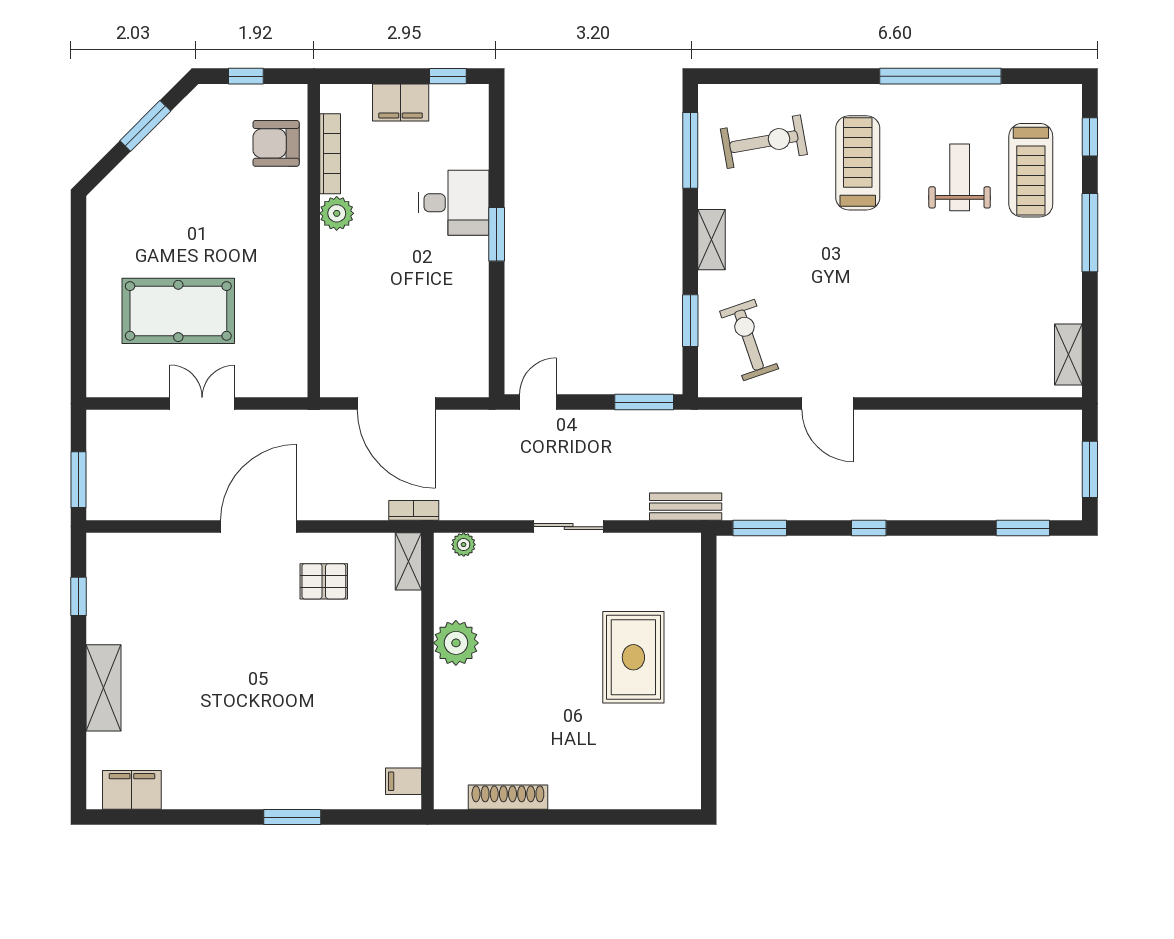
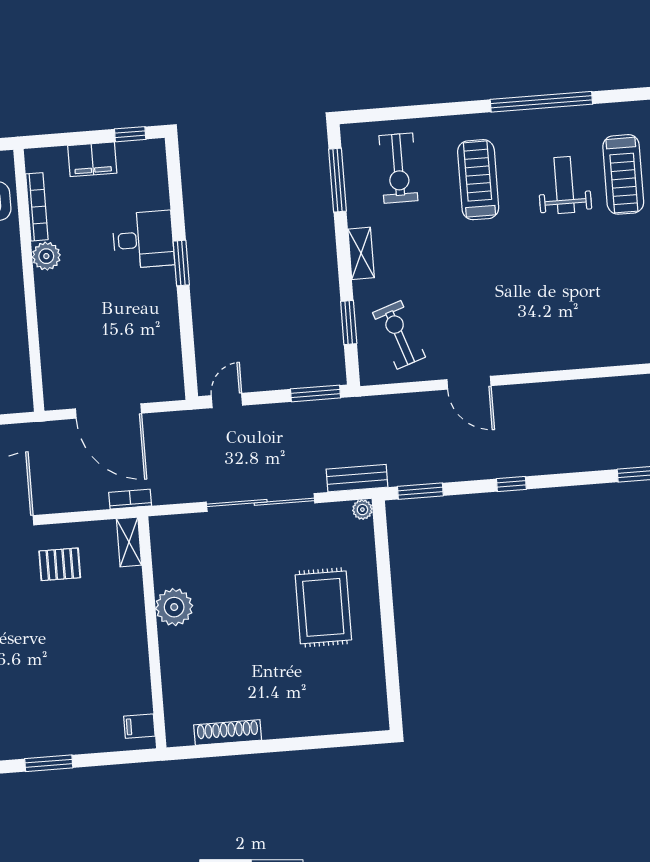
exercise bike: (764, 142) -> (398, 168), turned 100
sliding door: (569, 527) -> (261, 502), width x1.86
plant: (464, 545) -> (362, 510), moved

